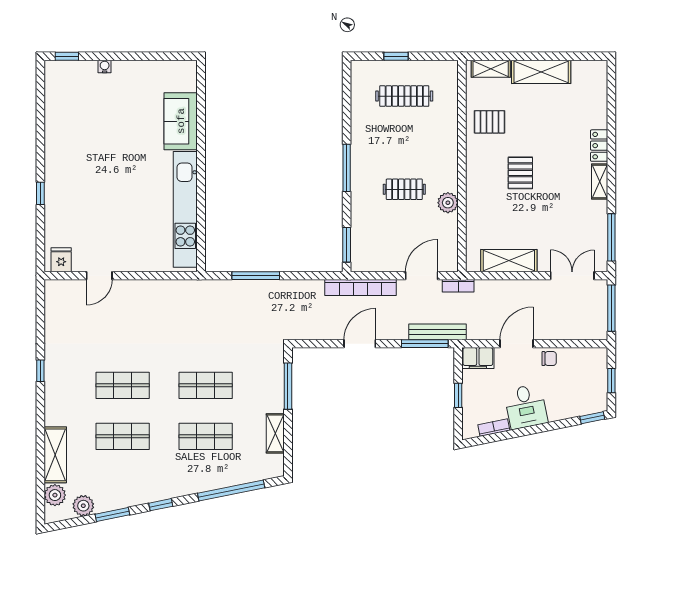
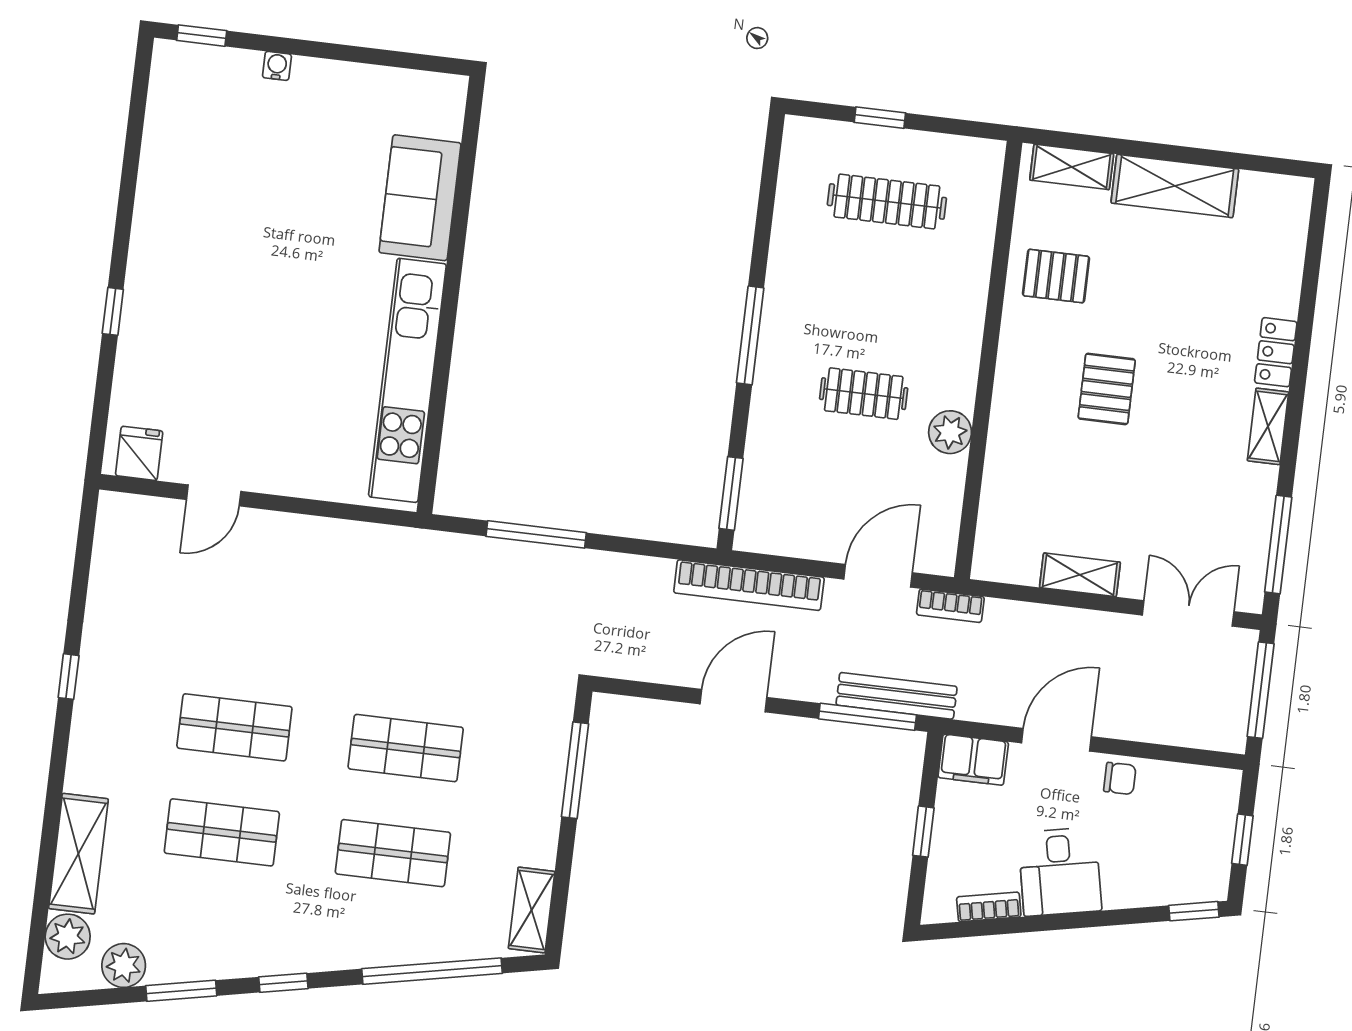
shelving: (509, 261) -> (1080, 575), width x0.67, depth x0.75
shelving: (275, 433) -> (532, 910), moved

